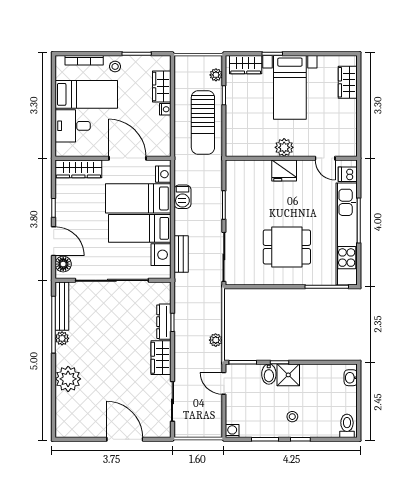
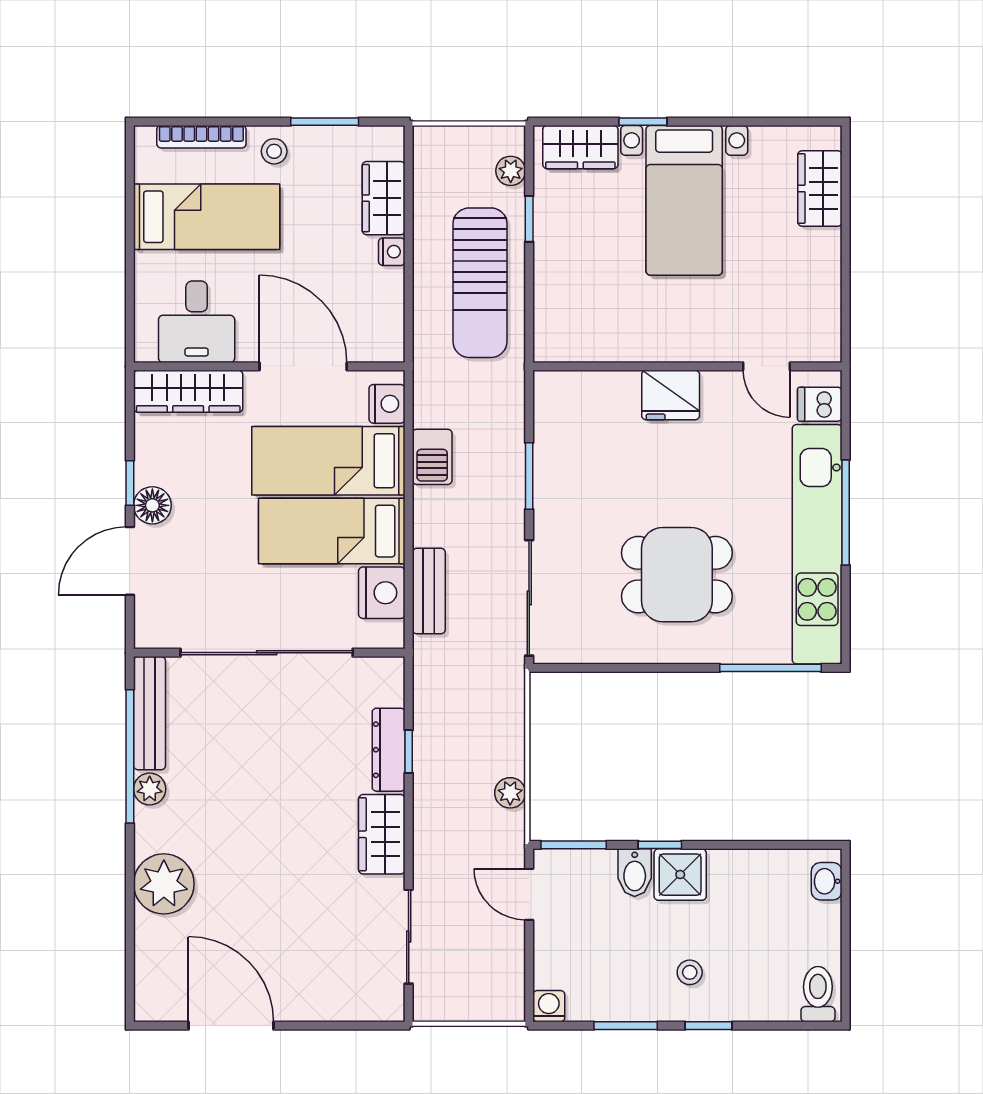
desk: (73, 126) -> (197, 322), moved, turned -90
plant: (284, 147) -> (671, 341), removed
door: (54, 241) -> (130, 561), swing flipped
floor lamp: (63, 264) -> (152, 505), moved
door: (125, 439) -> (231, 1026), moved

